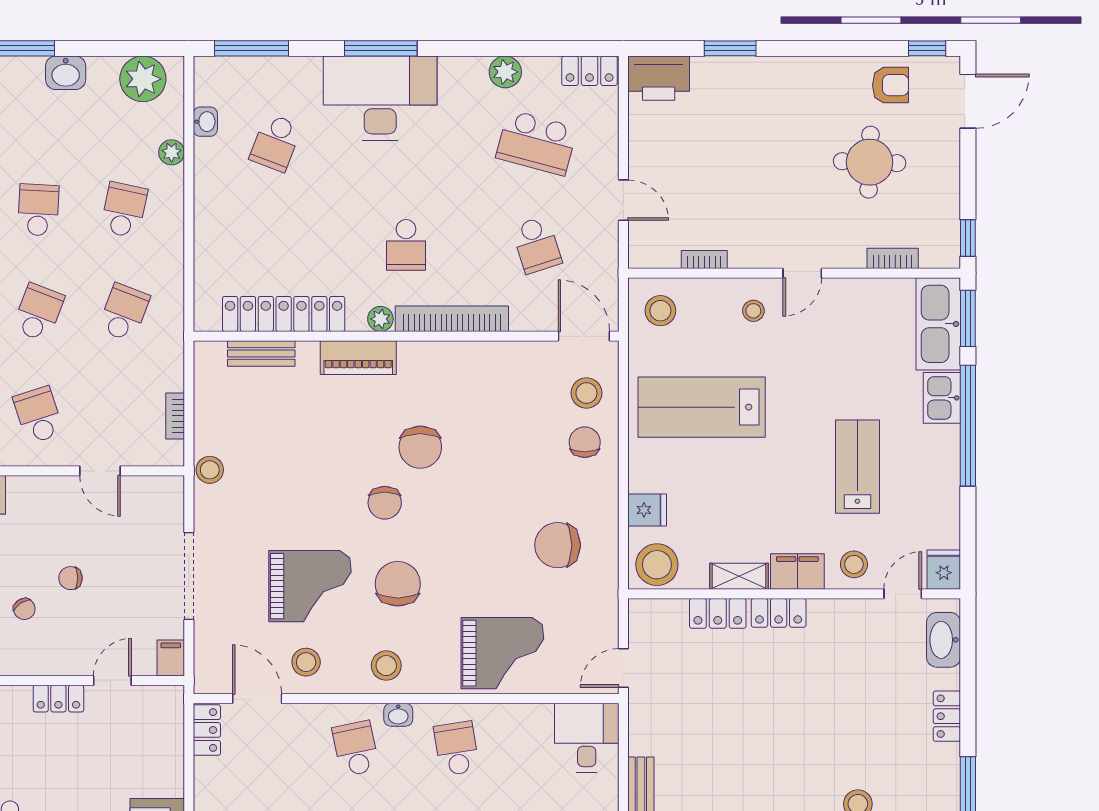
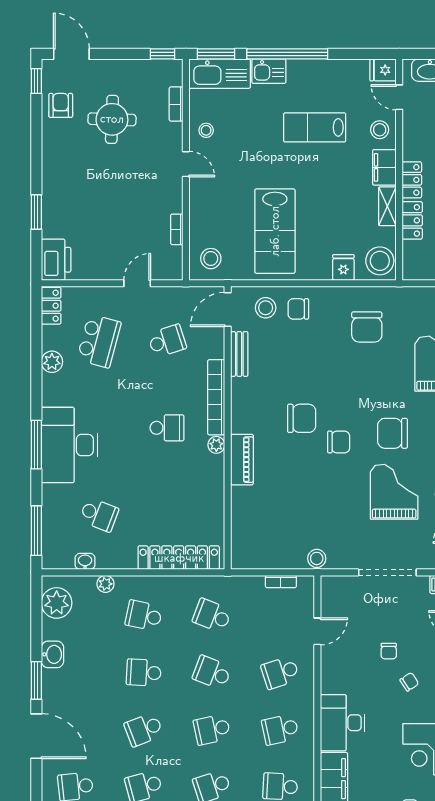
stool: (753, 311) -> (206, 130), moved
locker: (284, 314) -> (179, 558), moved, turned 90
bench: (261, 353) -> (239, 354), moved

